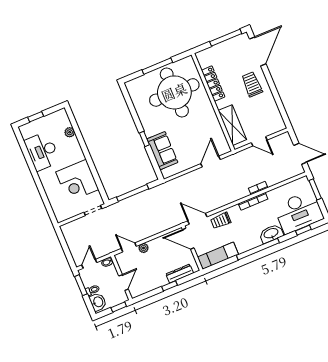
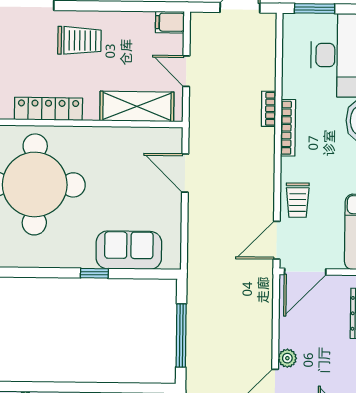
trolley: (252, 84) -> (79, 40), turned 180
filing cabinet: (279, 123) -> (170, 22), added
door: (259, 141) -> (186, 71), swing flipped

